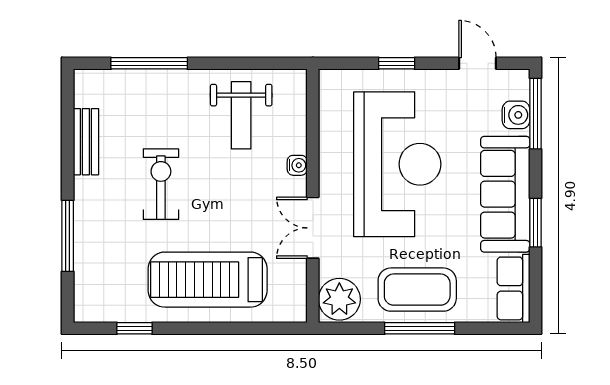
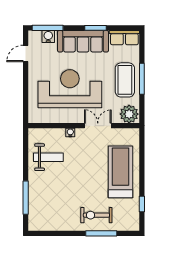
window: (397, 63) -> (26, 89), removed
bench: (86, 142) -> (60, 225), removed
exercise bike: (161, 184) -> (96, 215), moved
double door: (313, 228) -> (98, 126), swing flipped
treadmill: (208, 280) -> (121, 172), turned 180

